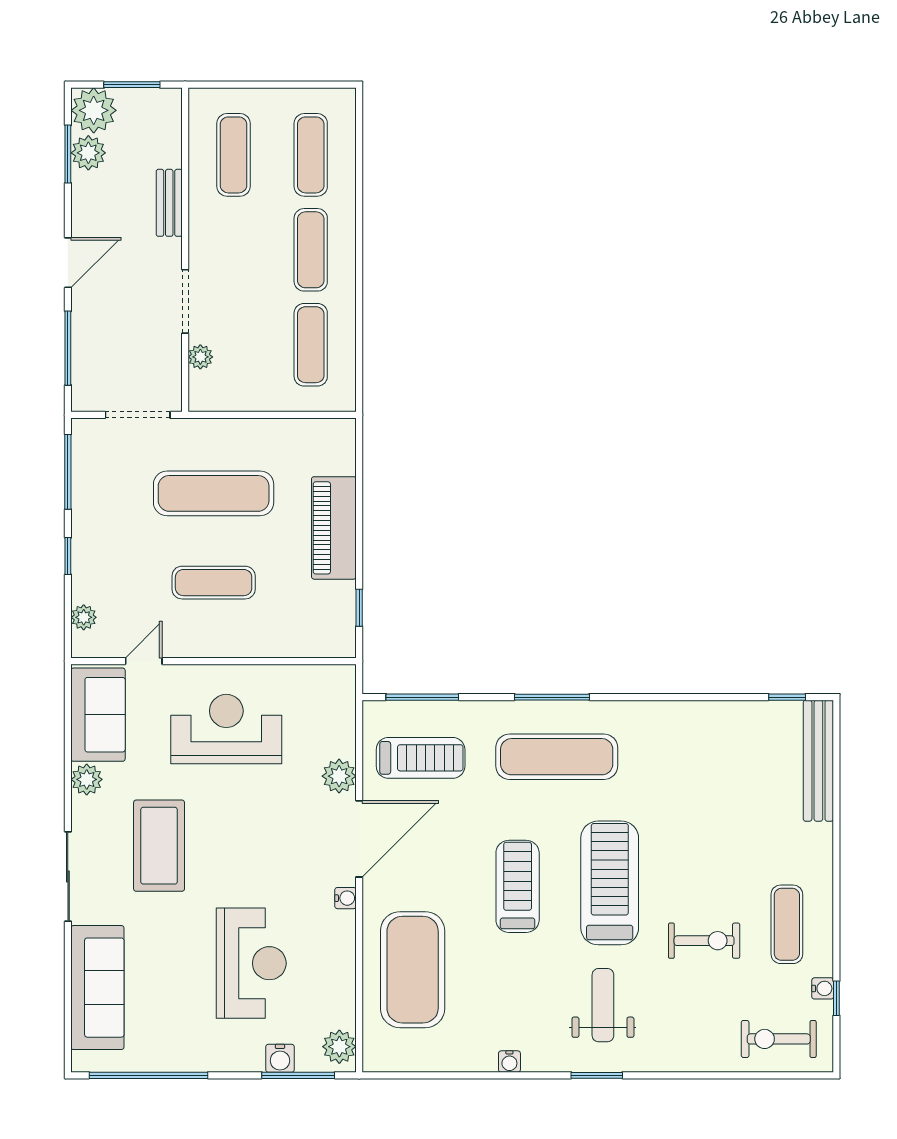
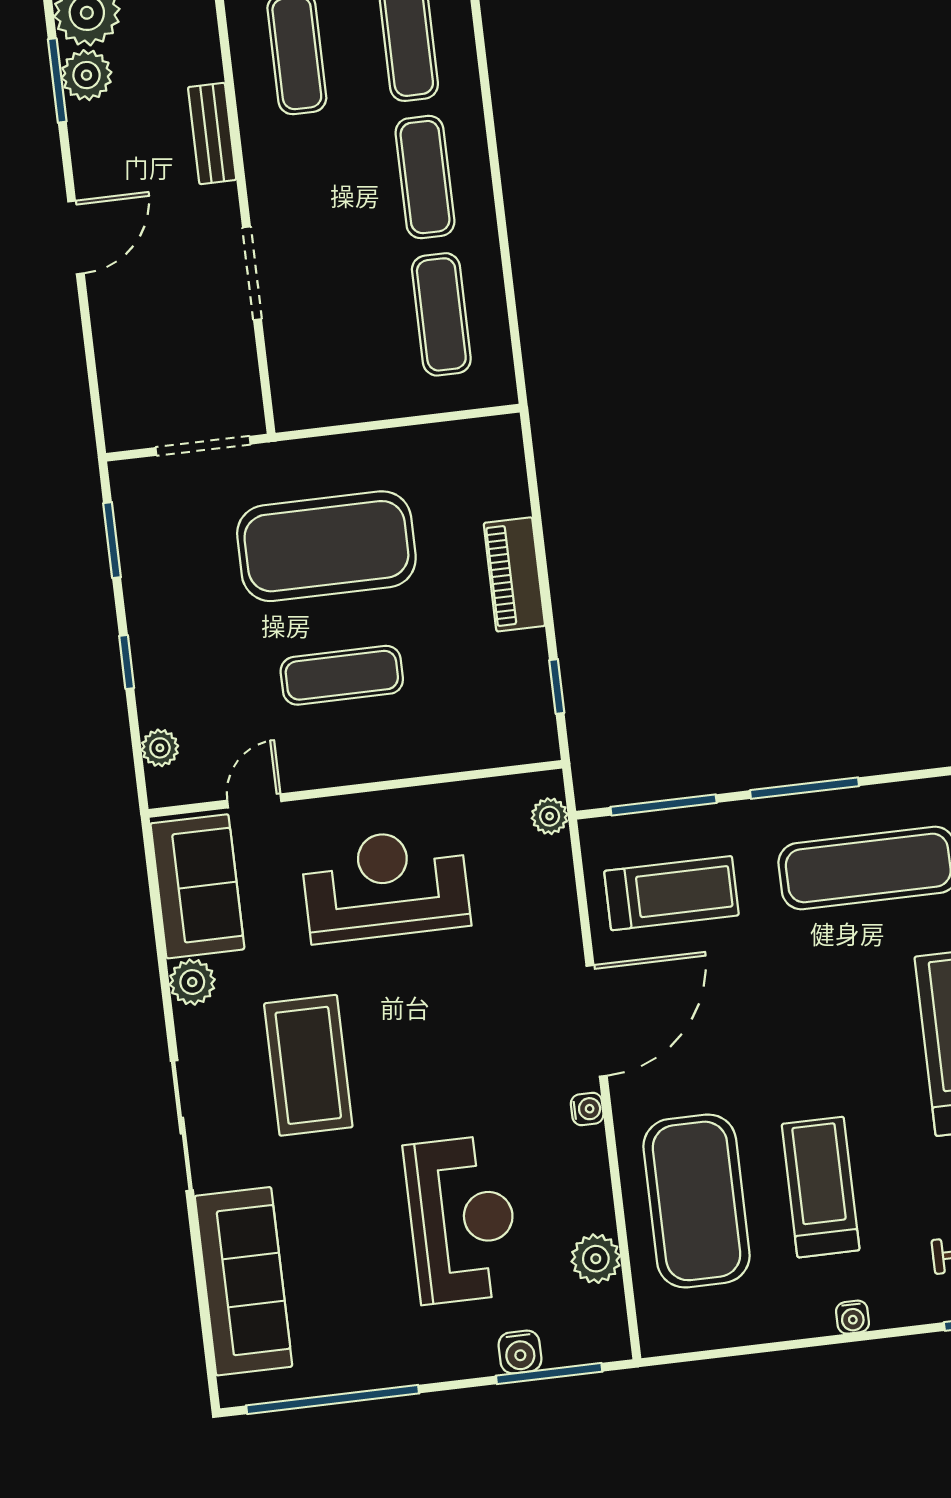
window: (68, 348) -> (91, 361), removed
plant: (200, 357) -> (284, 351), removed
window: (68, 472) -> (112, 540), width x0.69
exercise mat: (214, 493) -> (326, 546), width x1.47
piano: (334, 528) -> (514, 574), width x0.73, depth x0.75
window: (552, 697) -> (805, 788), moved
plant: (339, 776) -> (550, 816), moved, width x0.73, depth x0.73
treadmill: (518, 886) -> (821, 1187), moved
plant: (339, 1047) -> (596, 1259), moved

